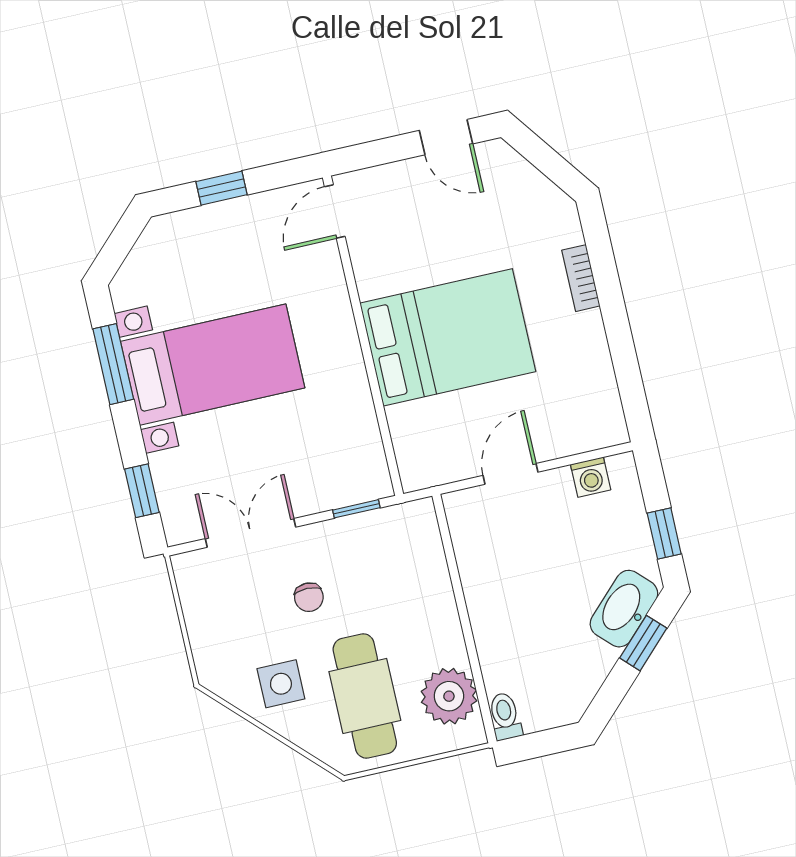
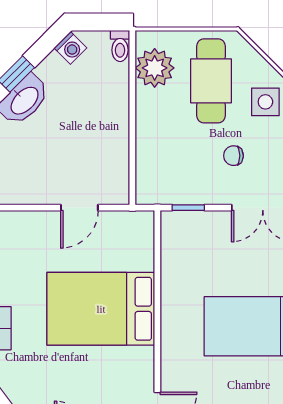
washing machine: (591, 477) -> (70, 48), moved, turned 135
chair: (309, 597) -> (233, 156), turned -90

